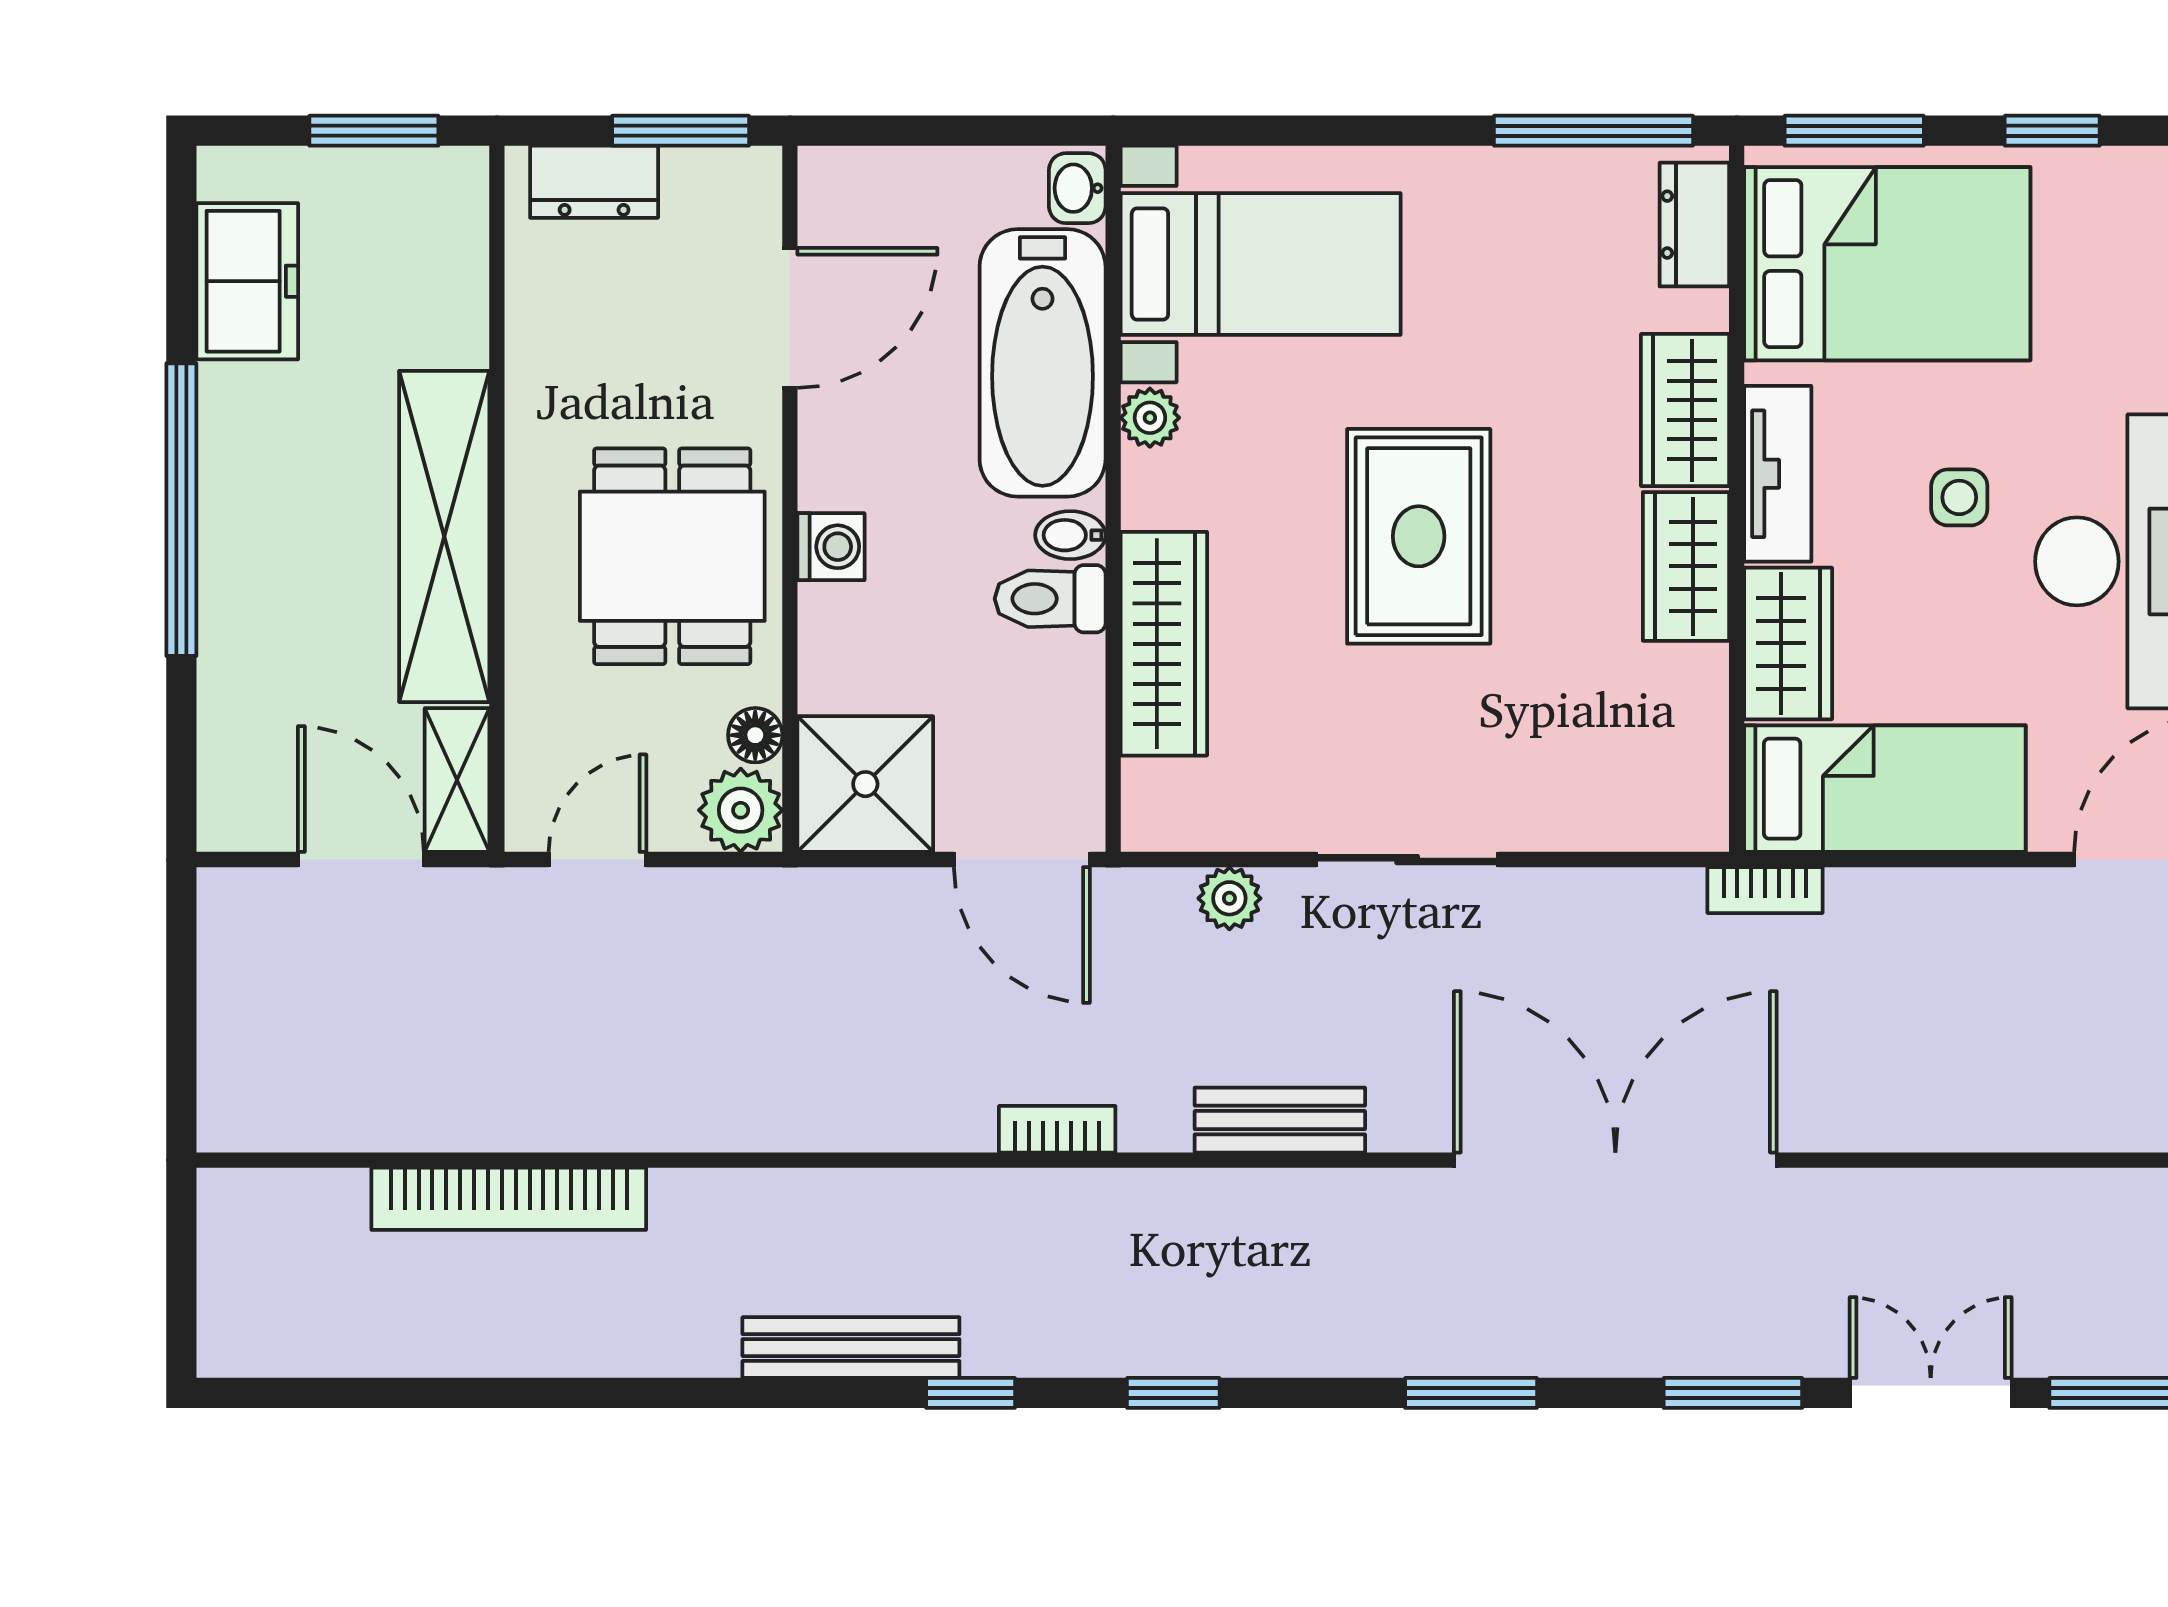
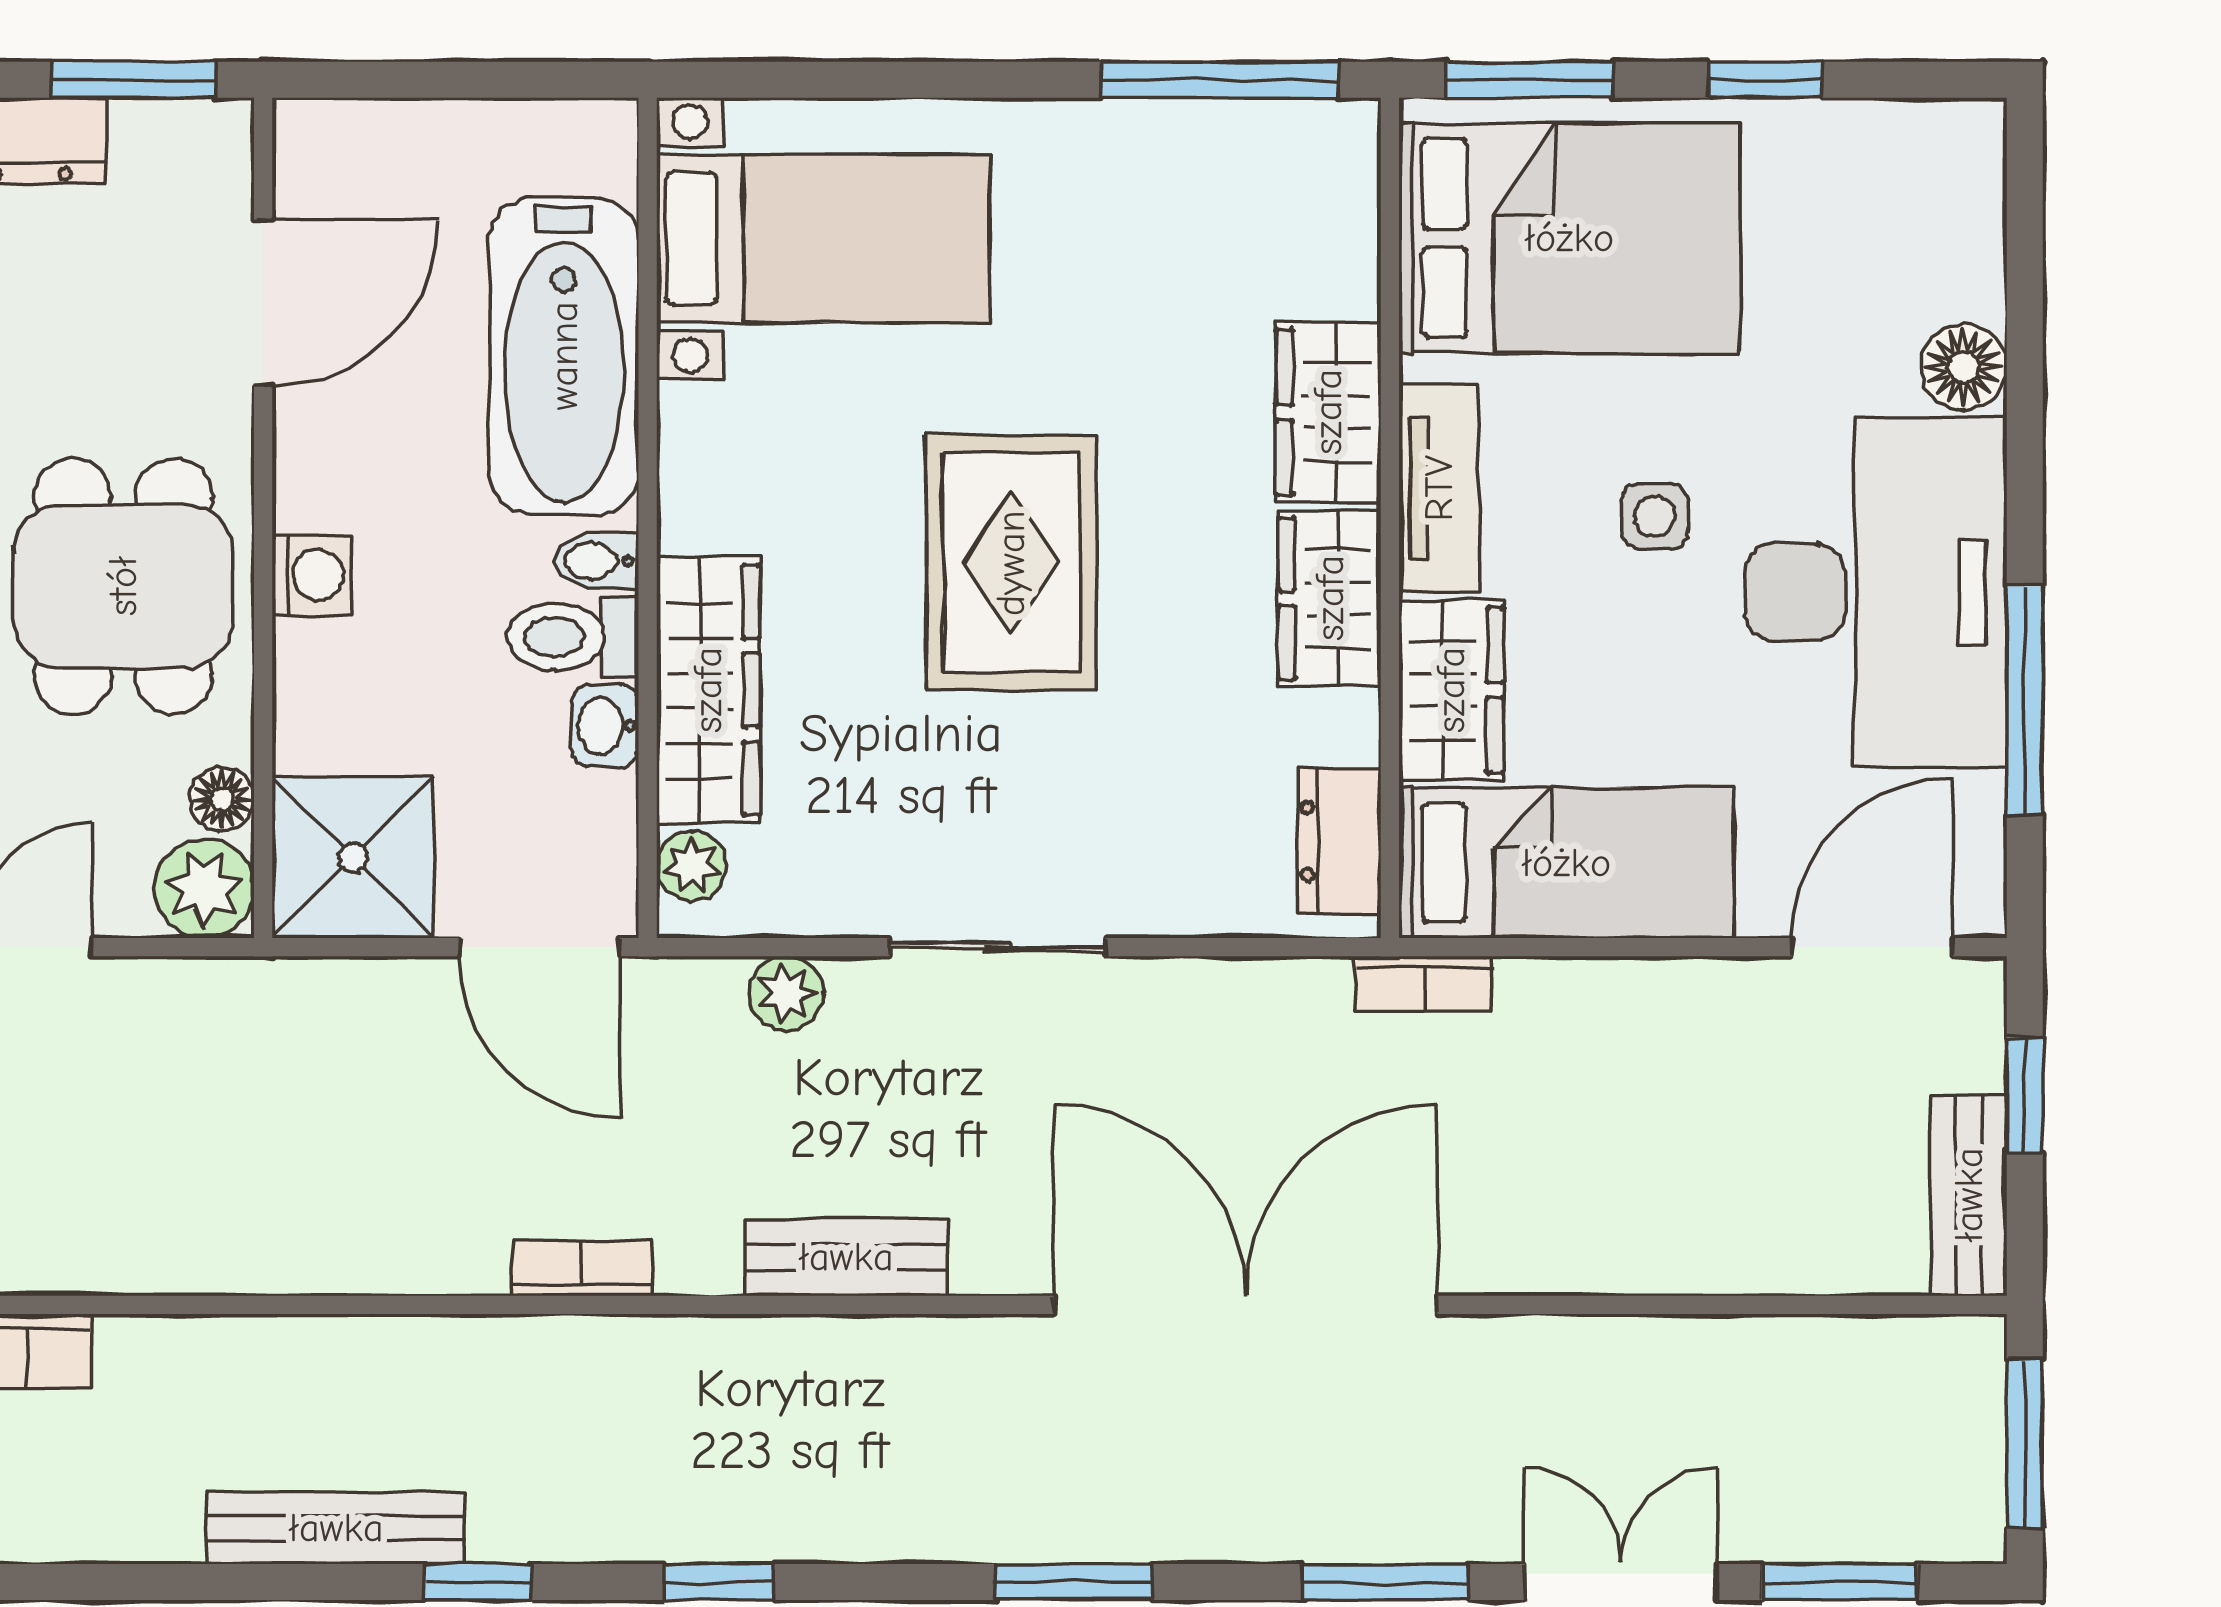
washbasin: (1077, 188) -> (605, 726), moved
dresser: (1694, 225) -> (1340, 841), moved
plant: (1150, 418) -> (692, 866), moved

